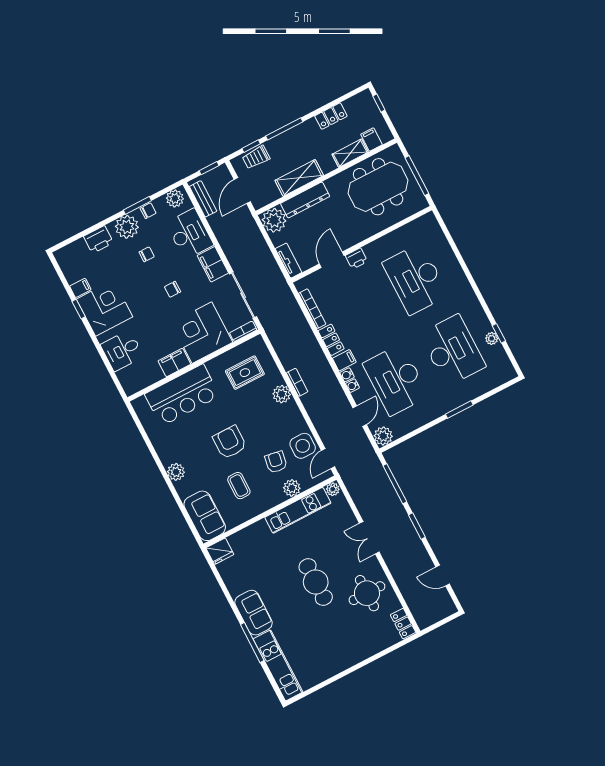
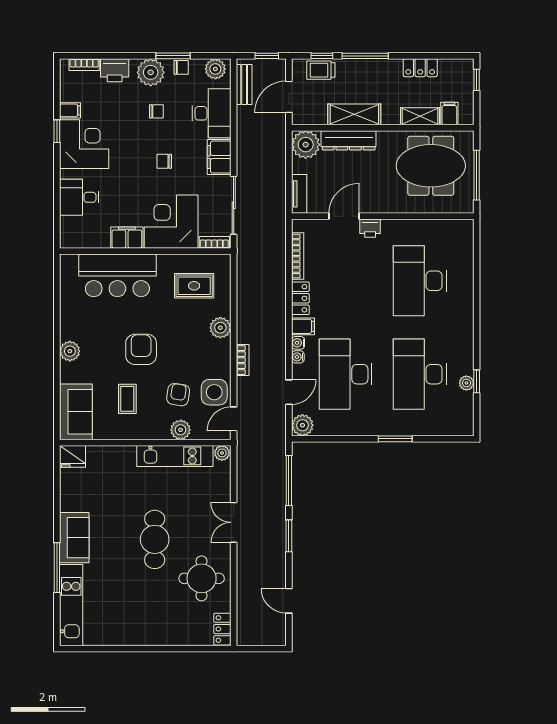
bookcase: (73, 247) -> (84, 65), added
desk: (453, 350) -> (420, 374), turned 180
bookcase: (297, 382) -> (243, 360), moved

